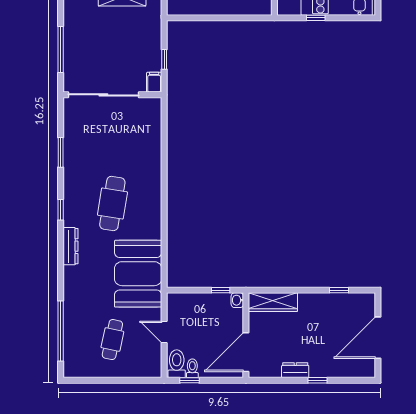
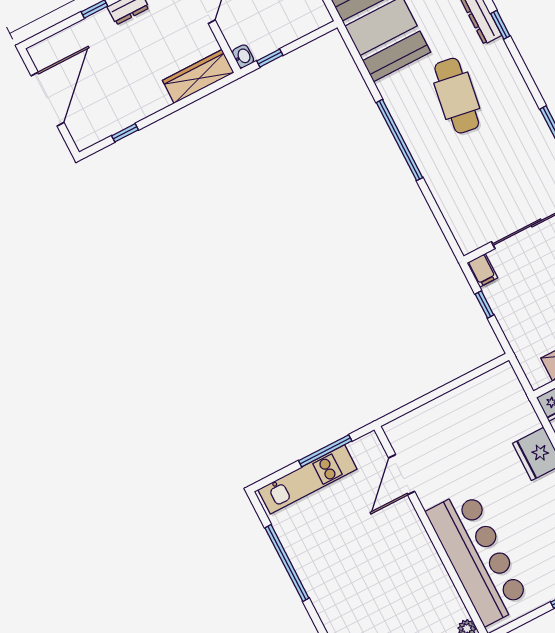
window: (316, 18) -> (325, 451), width x2.17
window: (164, 194) -> (400, 140), added
window: (61, 210) -> (500, 25), moved

